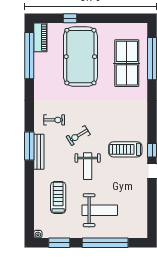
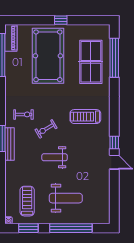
window: (70, 18) -> (61, 20), moved
treadmill: (125, 149) -> (85, 117), moved
weight bench: (88, 166) -> (55, 157), turned 90
treadmill: (58, 198) -> (27, 201), moved

